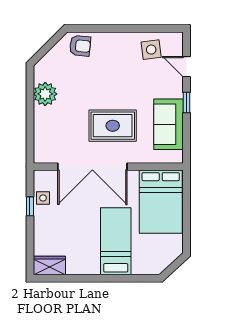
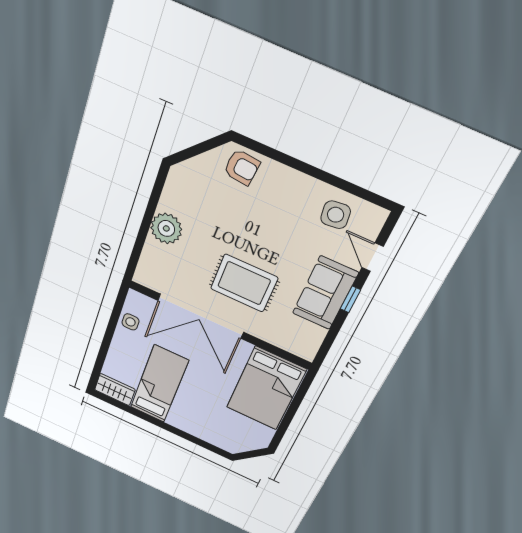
plant: (45, 94) -> (166, 228), moved
sofa: (168, 124) -> (325, 293), moved
window: (30, 206) -> (113, 323), removed
bed: (116, 241) -> (159, 384), moved

